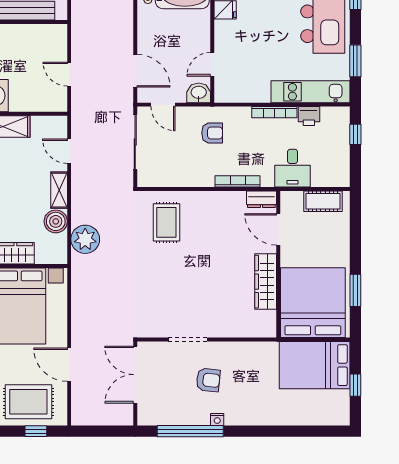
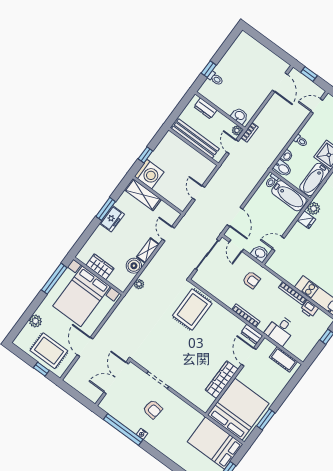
rug: (166, 222) -> (192, 309), width x1.36, depth x1.43
plant: (85, 239) -> (139, 284), width x0.53, depth x0.53

